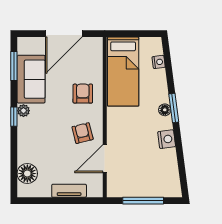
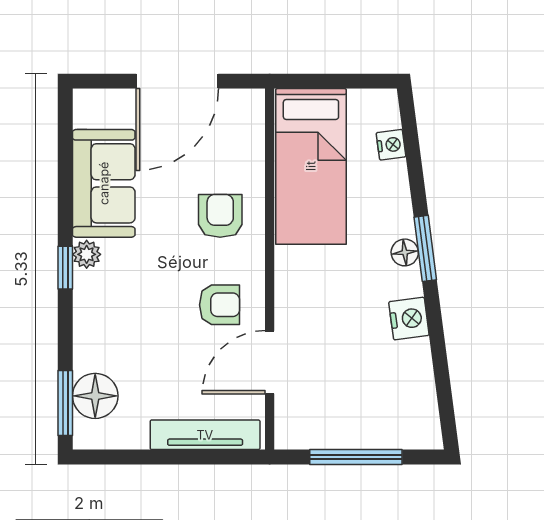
window: (14, 66) -> (65, 403), moved
armchair: (83, 133) -> (220, 305), turned 104
tv unit: (69, 191) -> (205, 435), width x1.41

